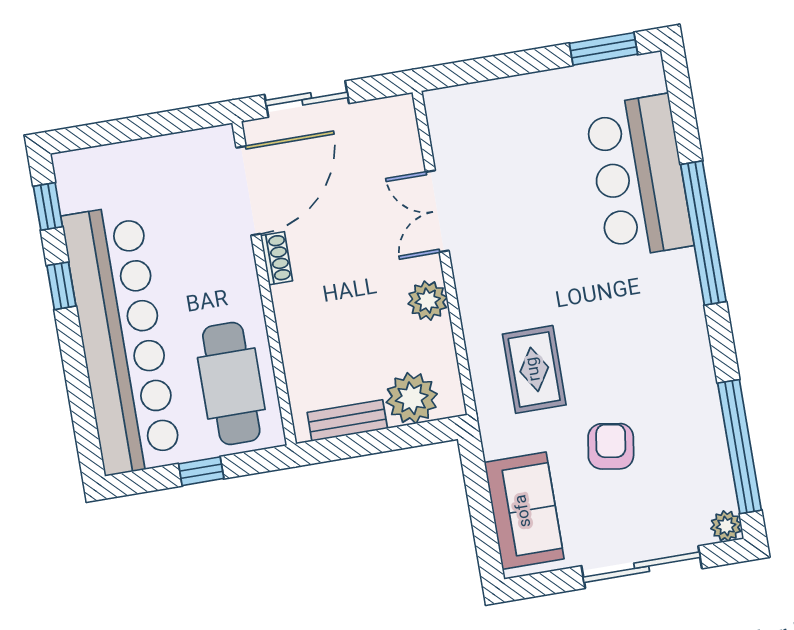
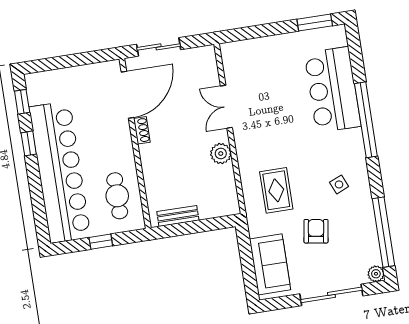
side table: (654, 357) -> (339, 184), added
cafe table: (231, 383) -> (117, 196), width x0.73, depth x0.74
plant: (412, 398) -> (212, 205), removed

